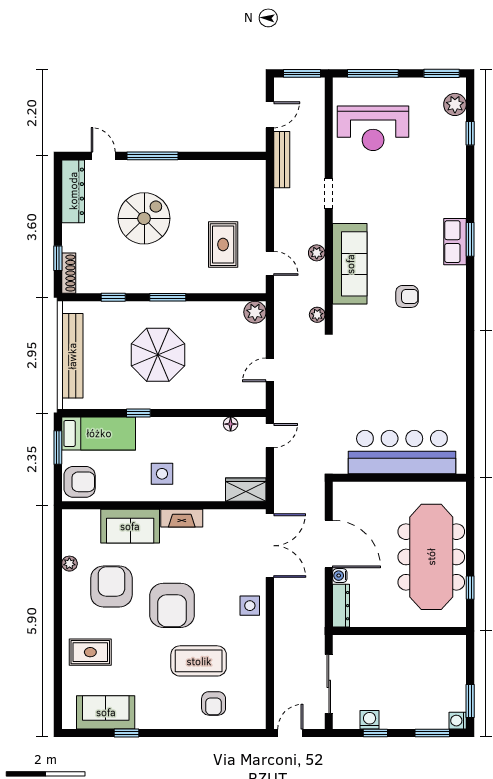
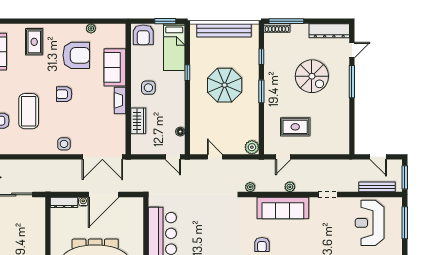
bench: (282, 160) -> (377, 187), moved
window: (58, 258) -> (286, 21), width x2.17
wardrobe: (246, 490) -> (138, 121), moved
armchair: (172, 605) -> (64, 94), width x0.53, depth x0.53

